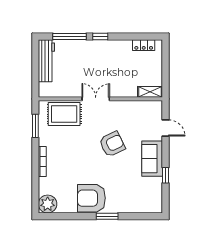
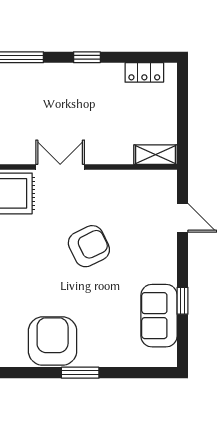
window: (100, 36) -> (87, 57), moved
sofa: (152, 159) -> (159, 316), moved
armchair: (91, 198) -> (53, 341), turned 90

